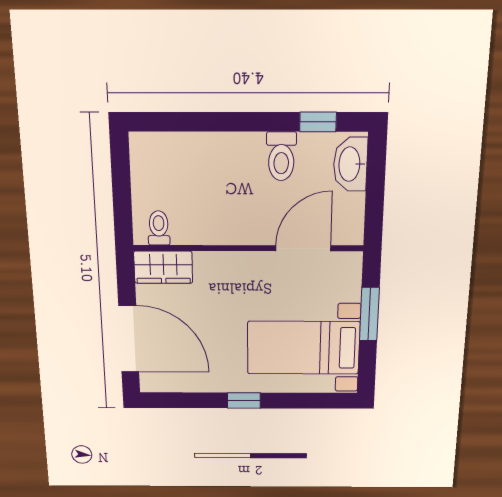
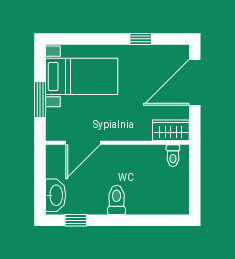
toilet: (281, 156) -> (117, 200), moved
door: (129, 339) -> (195, 82), hinge flipped
window: (244, 400) -> (141, 39), moved

